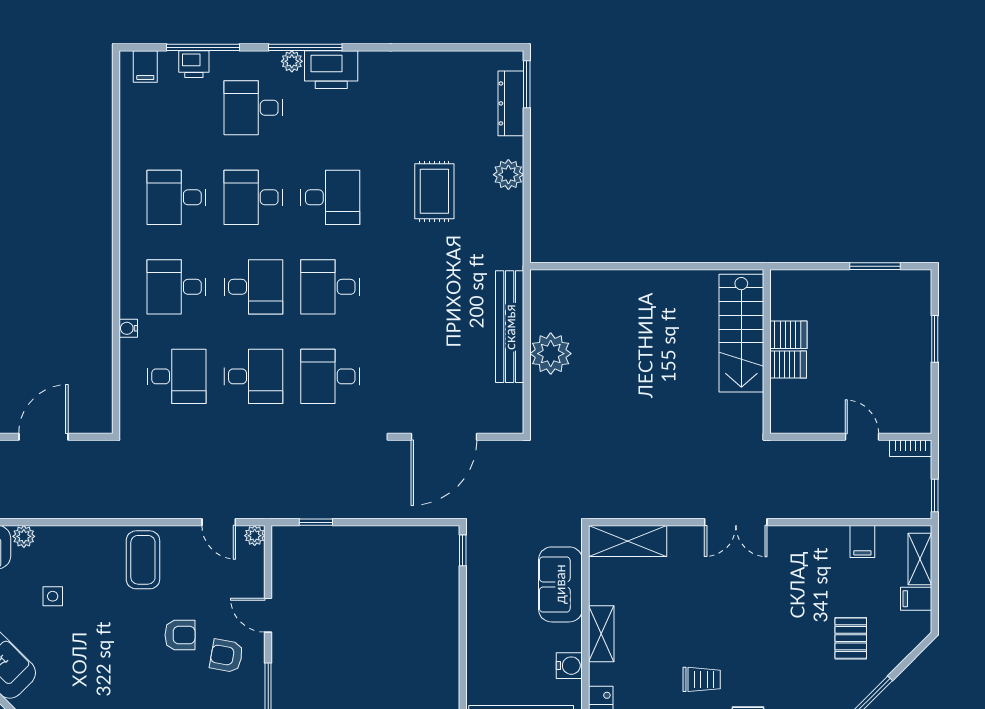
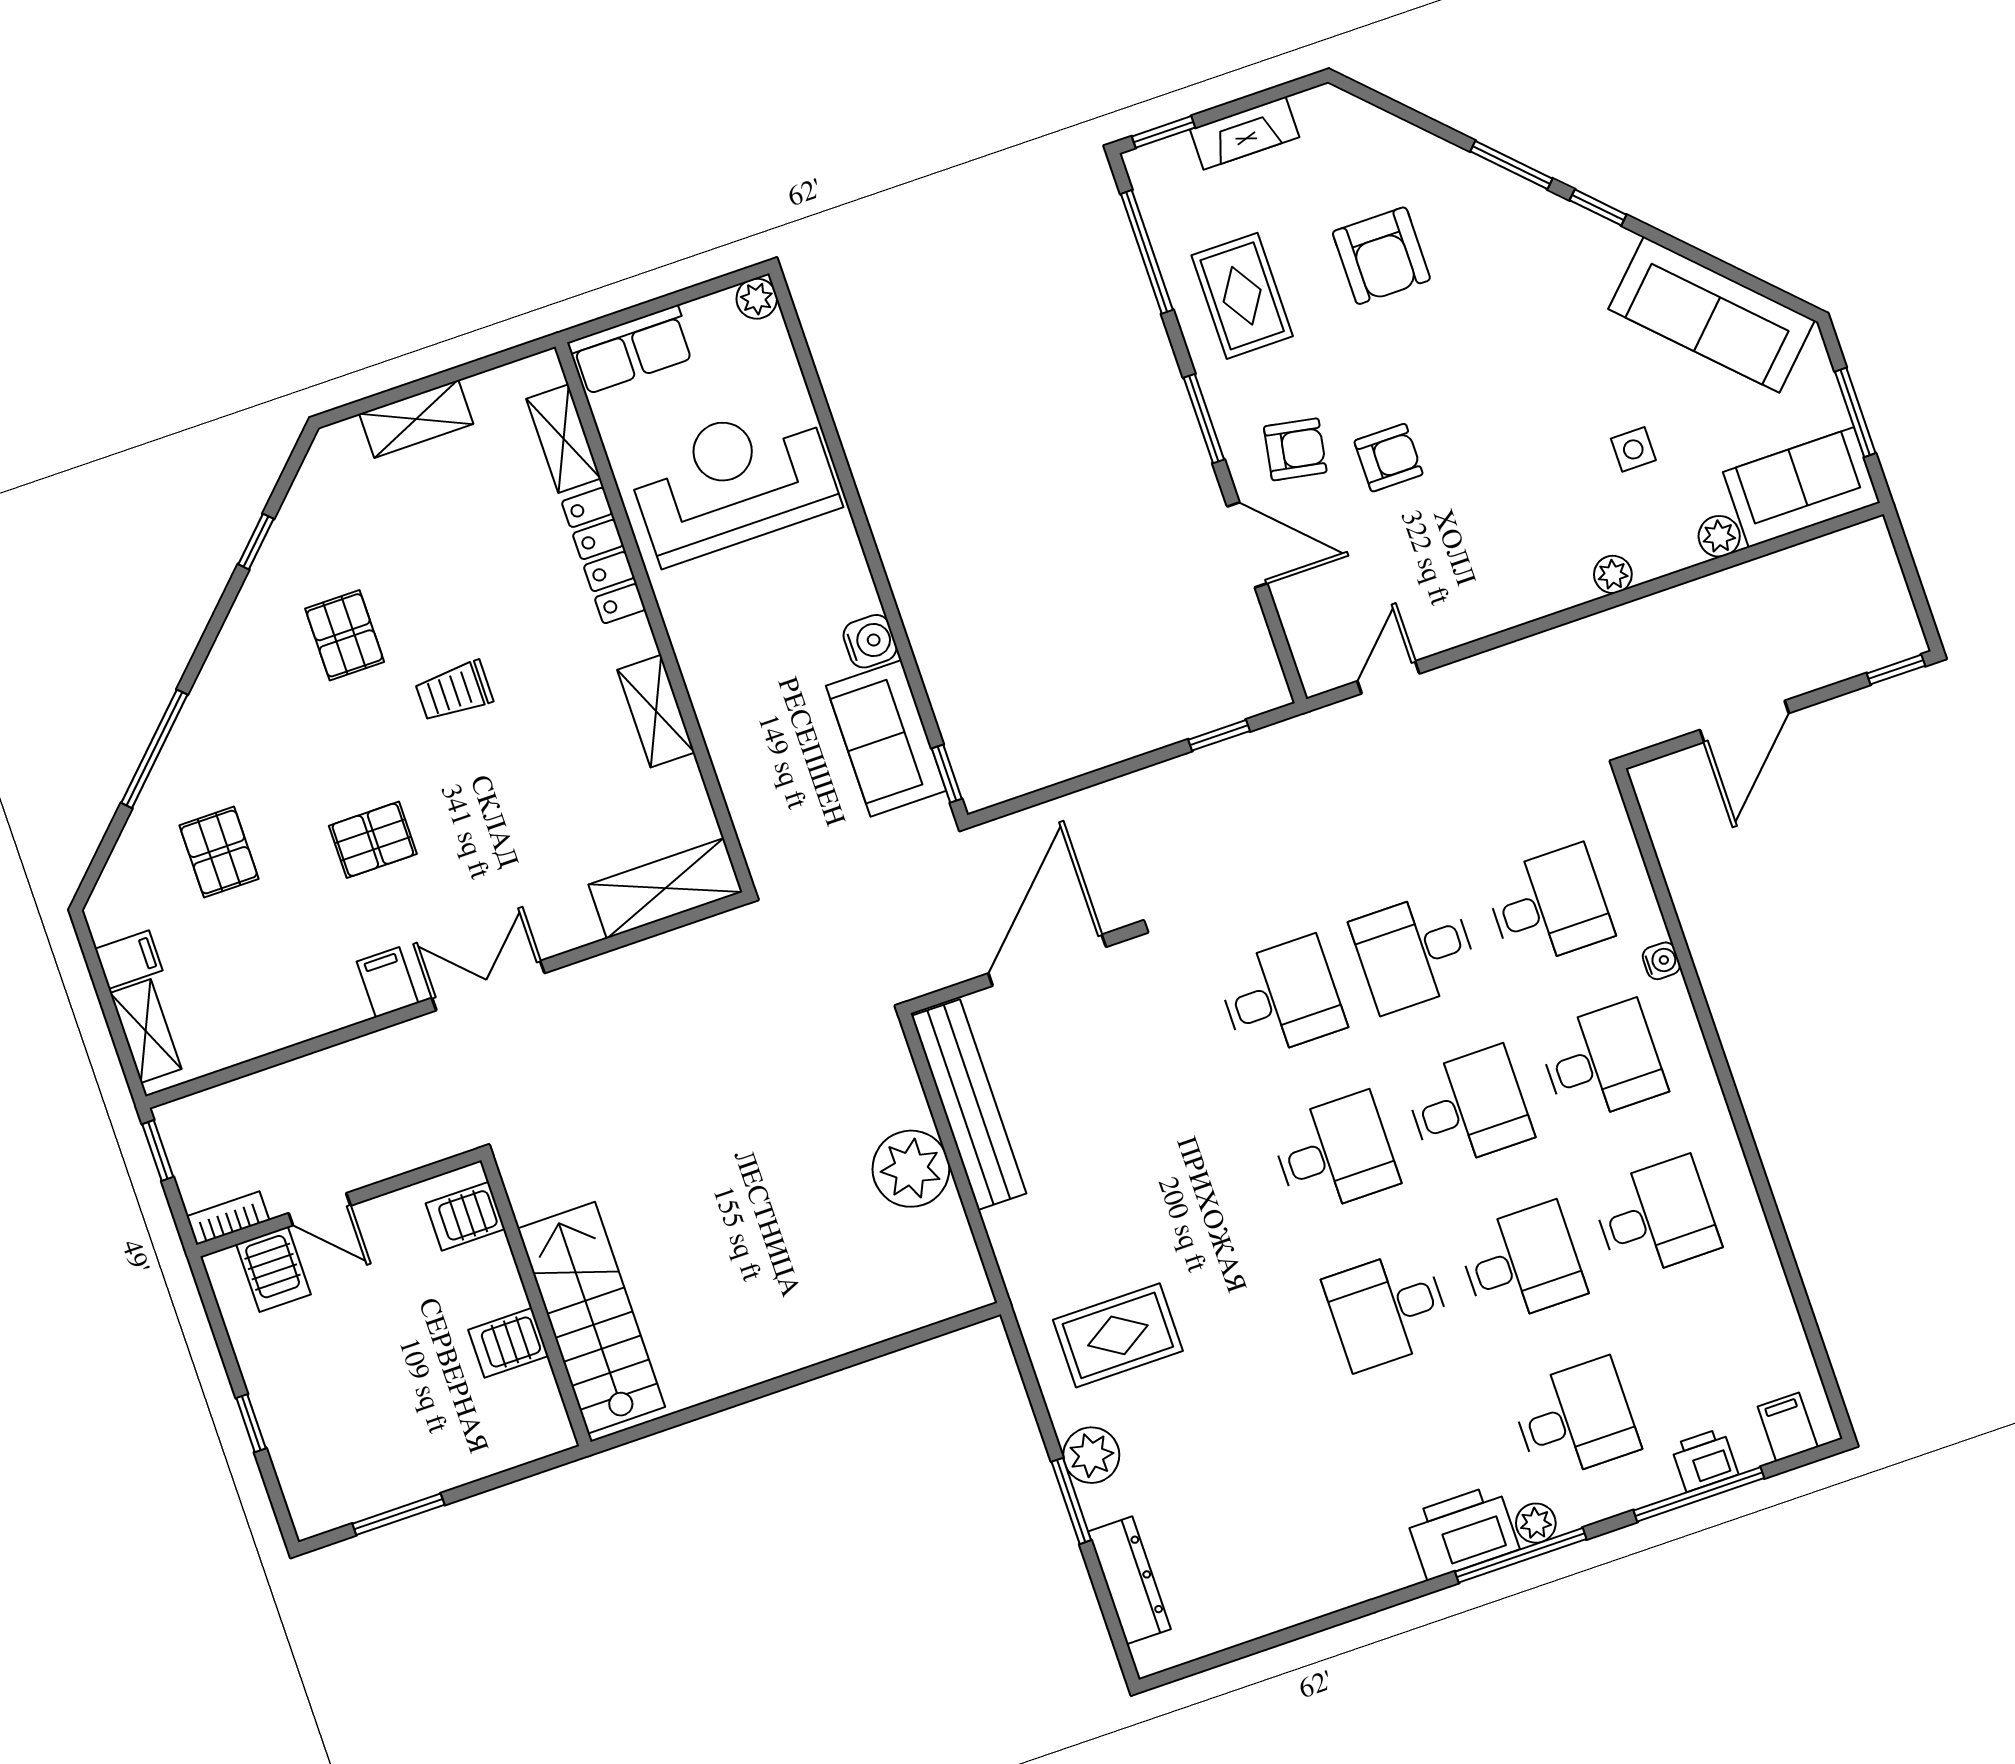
window: (527, 84) -> (1071, 1501), moved
rug: (434, 191) -> (1118, 1335), moved, turned 90
desk: (253, 287) -> (1468, 1108), turned 180
bench: (510, 327) -> (969, 1105), moved
window: (935, 339) -> (251, 1423), width x0.67
server rack: (788, 365) -> (465, 1216), moved
desk: (176, 376) -> (1549, 906), turned 180
server rack: (896, 414) -> (274, 1269), added
door: (219, 522) -> (1388, 677), hinge flipped
plant: (255, 536) -> (1613, 574), moved
filing cabinet: (862, 542) -> (388, 982), moved
coffee table: (143, 560) -> (1498, 567), removed
sofa: (560, 584) -> (886, 738), moved, turned 180
door: (268, 615) -> (1247, 545), width x1.37
pallet: (769, 617) -> (373, 840), added
armchair: (180, 635) -> (1389, 458), turned 180
water cooler: (569, 666) -> (870, 641), moved, turned 180

